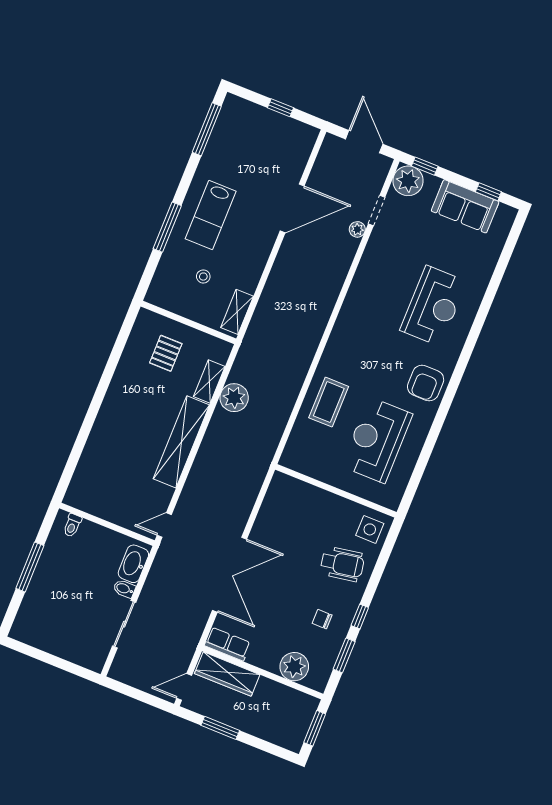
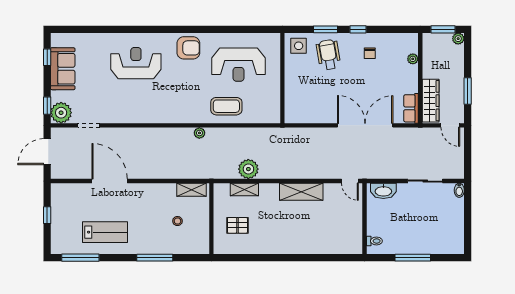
lab bench: (211, 215) -> (105, 232), moved
plant: (357, 229) -> (199, 133), moved
shelving: (181, 442) -> (301, 192), width x0.68
bidet: (124, 589) -> (459, 190), moved
window: (344, 655) -> (325, 29), moved
plant: (294, 667) -> (413, 59), width x0.53, depth x0.53
plant: (294, 743) -> (458, 39), added

